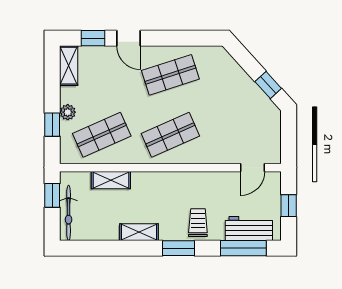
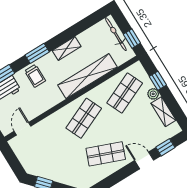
shelving: (69, 66) -> (163, 112), moved
shop shelf: (170, 75) -> (106, 154), turned 39
shelving: (111, 180) -> (87, 76), width x2.20, depth x1.33

